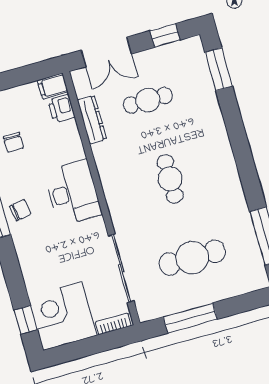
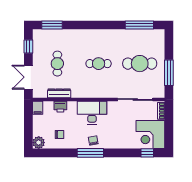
double door: (106, 52) -> (28, 77), swing flipped
printer: (61, 108) -> (60, 107), moved
cafe table: (192, 258) -> (140, 64), turned 90

